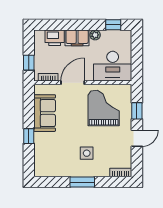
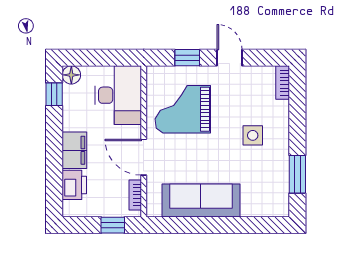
plant: (95, 35) -> (70, 122), removed
floor lamp: (126, 36) -> (71, 75), added
sofa: (45, 113) -> (201, 200), width x1.36
window: (29, 136) -> (226, 225), removed
window: (82, 182) -> (297, 174), moved

